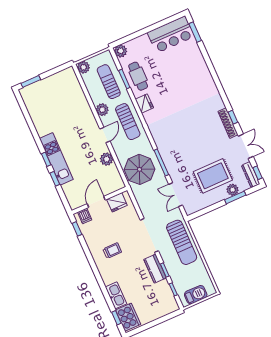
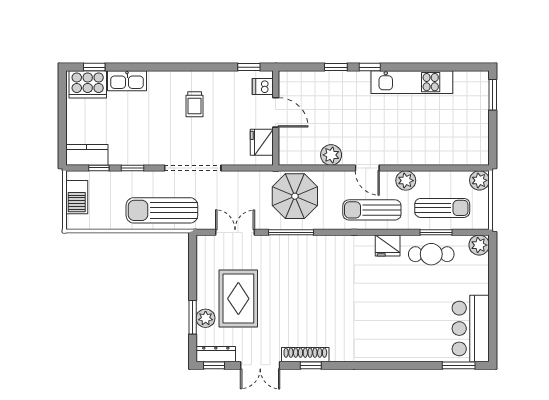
kitchen unit: (56, 159) -> (412, 82), moved
kitchen counter: (155, 269) -> (87, 155), moved

